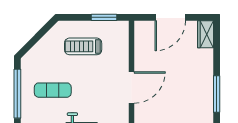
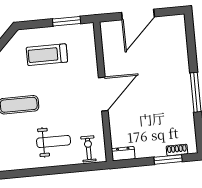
wardrobe: (205, 34) -> (177, 29), removed

